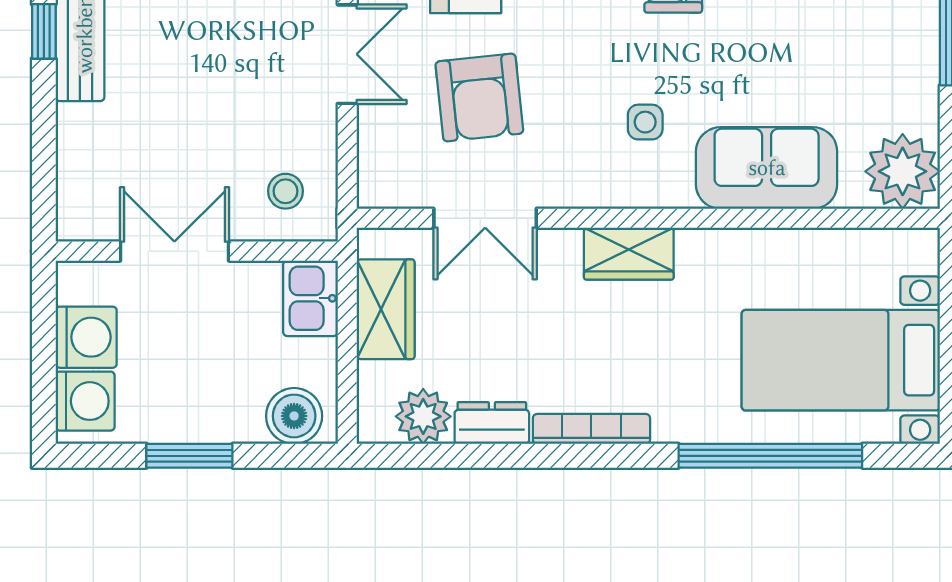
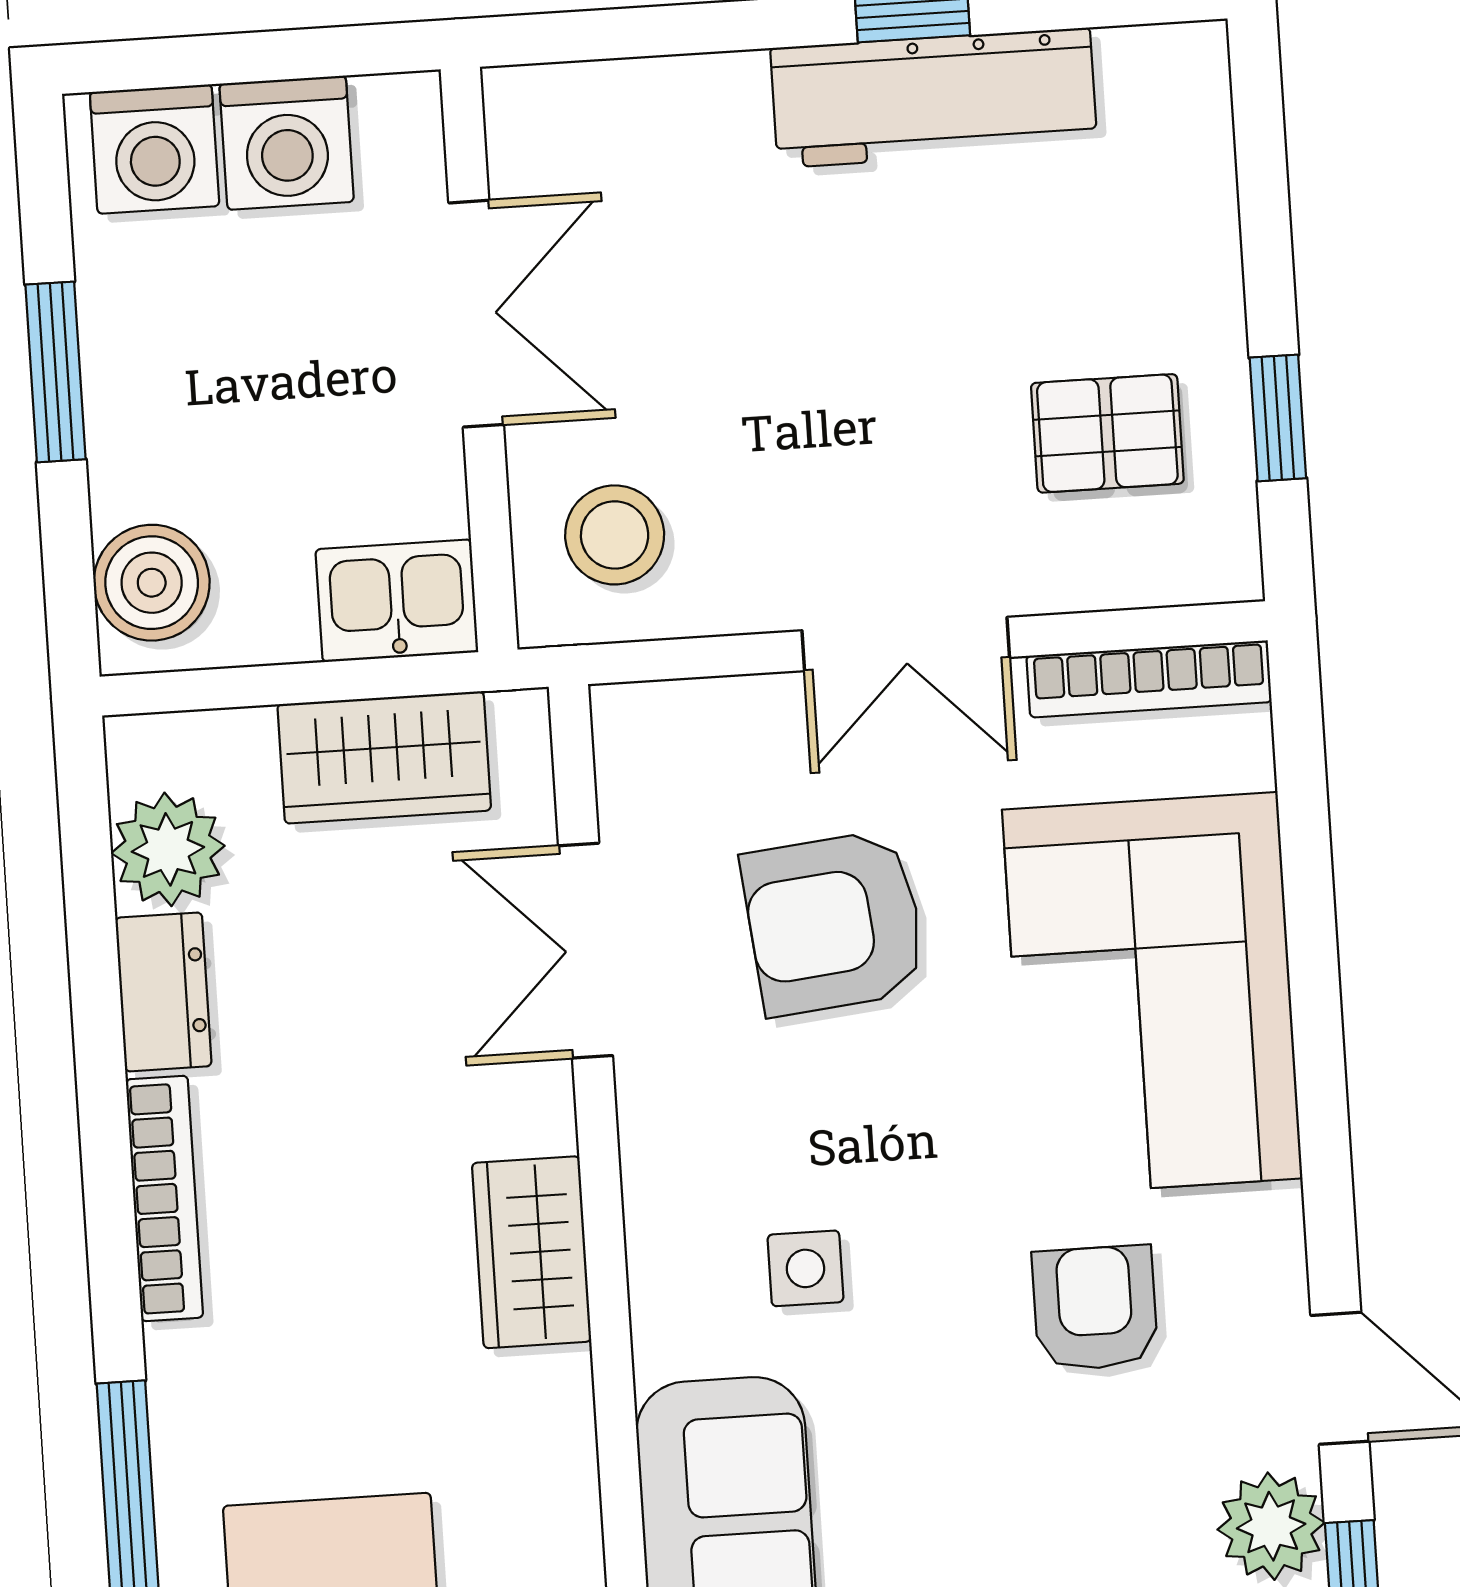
stool: (286, 191) -> (615, 535), width x1.37, depth x1.37

